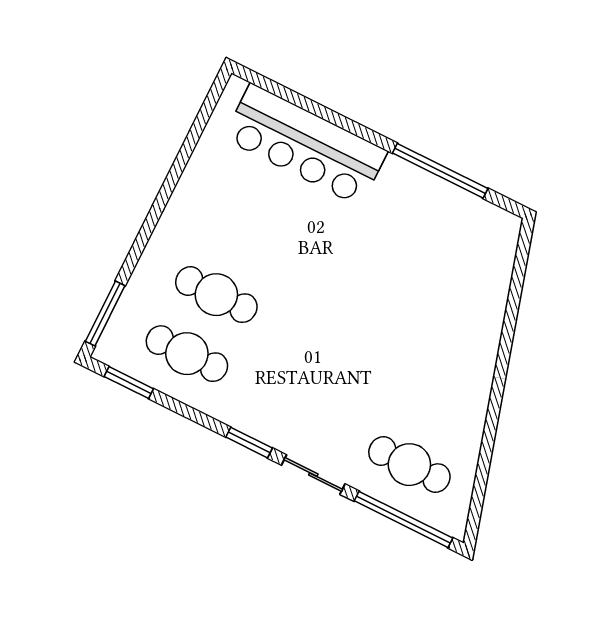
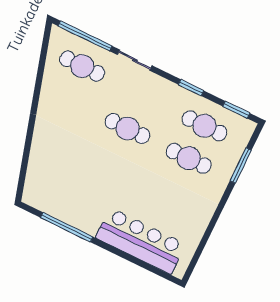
window: (105, 313) -> (241, 165), moved
cafe table: (328, 350) -> (127, 128), added
window: (249, 443) -> (191, 88), moved

